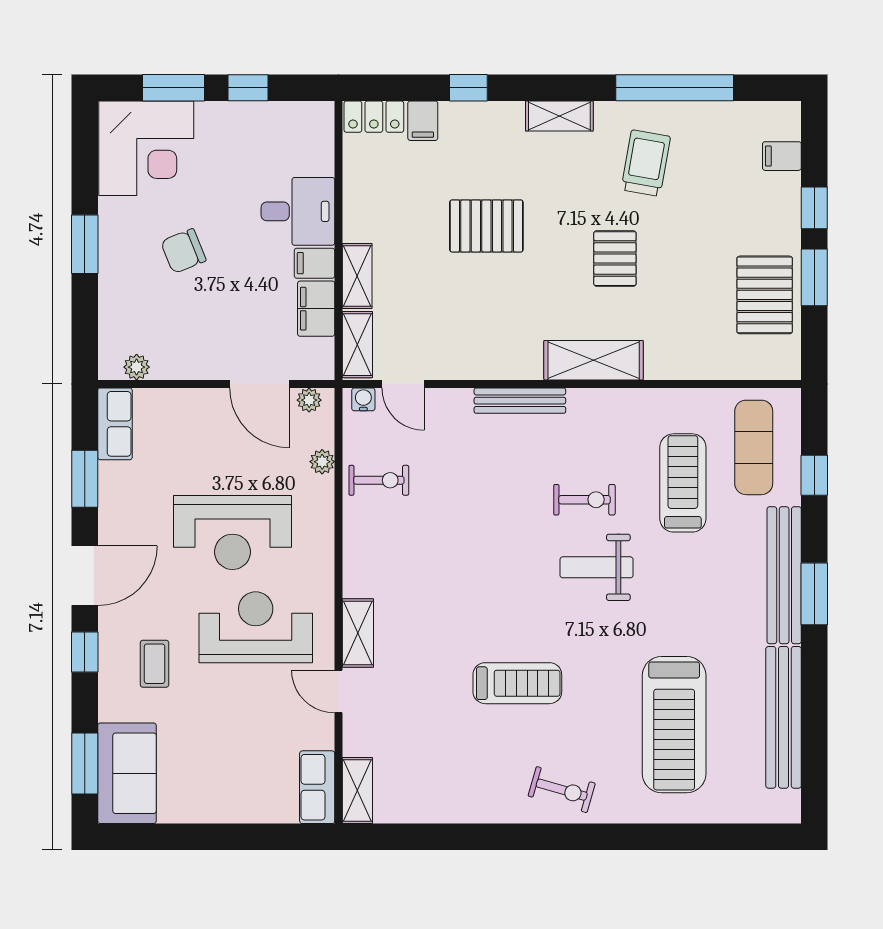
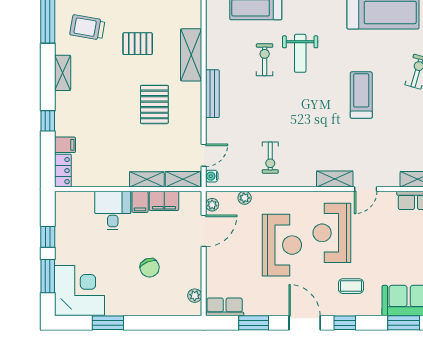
pallet: (486, 226) -> (154, 104), moved
window: (85, 244) -> (108, 323), moved
chair: (183, 251) -> (150, 268), moved
exercise bike: (379, 480) -> (270, 158), moved, turned 180

